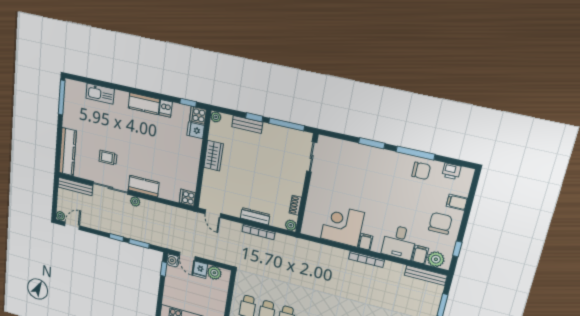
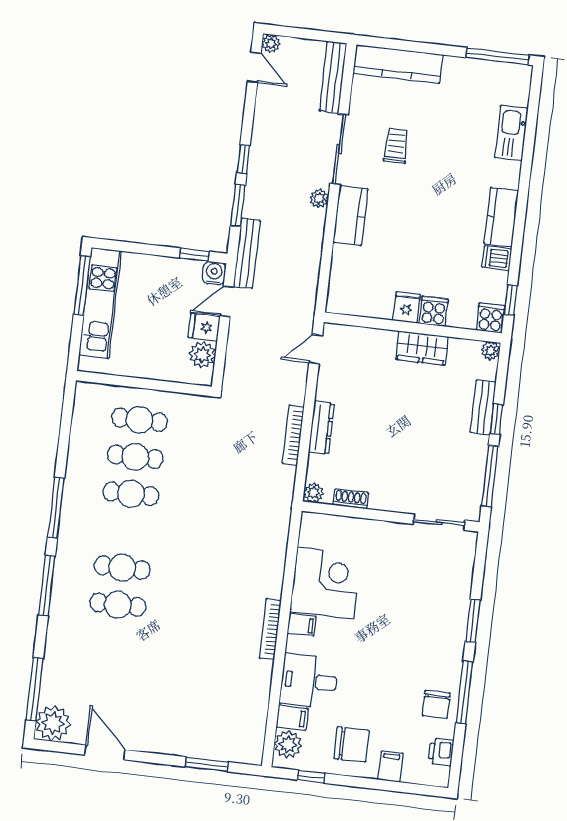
fridge: (196, 130) -> (407, 307), moved
cooker: (187, 198) -> (434, 311), moved
bench: (426, 275) -> (247, 253), moved

